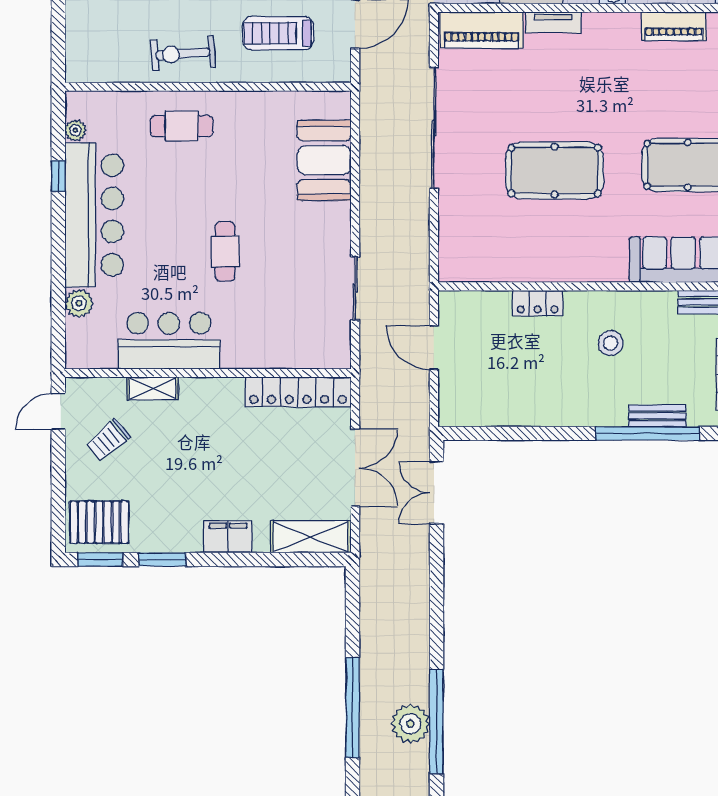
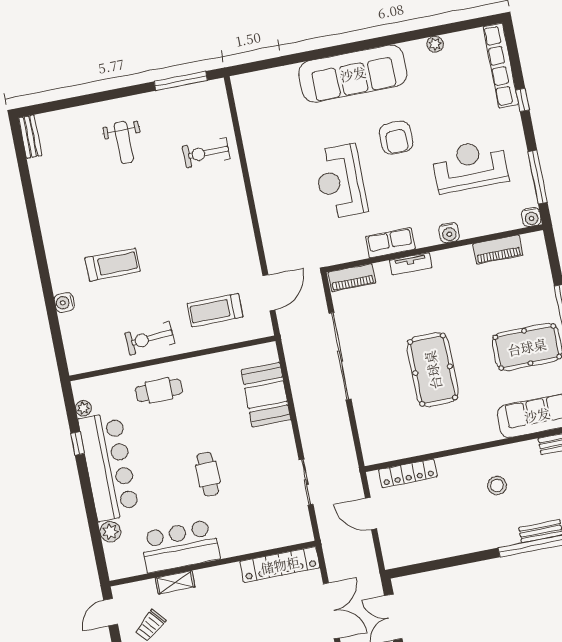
piano: (482, 30) -> (352, 278), width x0.73, depth x0.75
pool table: (555, 171) -> (433, 370), turned 90
locker: (538, 303) -> (408, 473), moved, width x1.53

